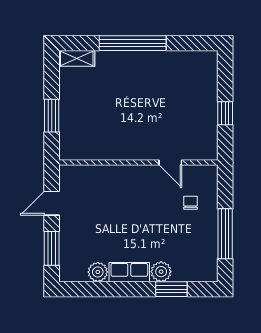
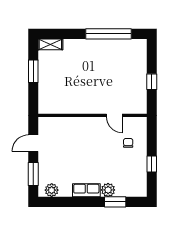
window: (133, 43) -> (108, 34), moved
window: (52, 116) -> (33, 71), moved
window: (225, 234) -> (152, 164), width x0.46
plant: (98, 272) -> (52, 190), moved

